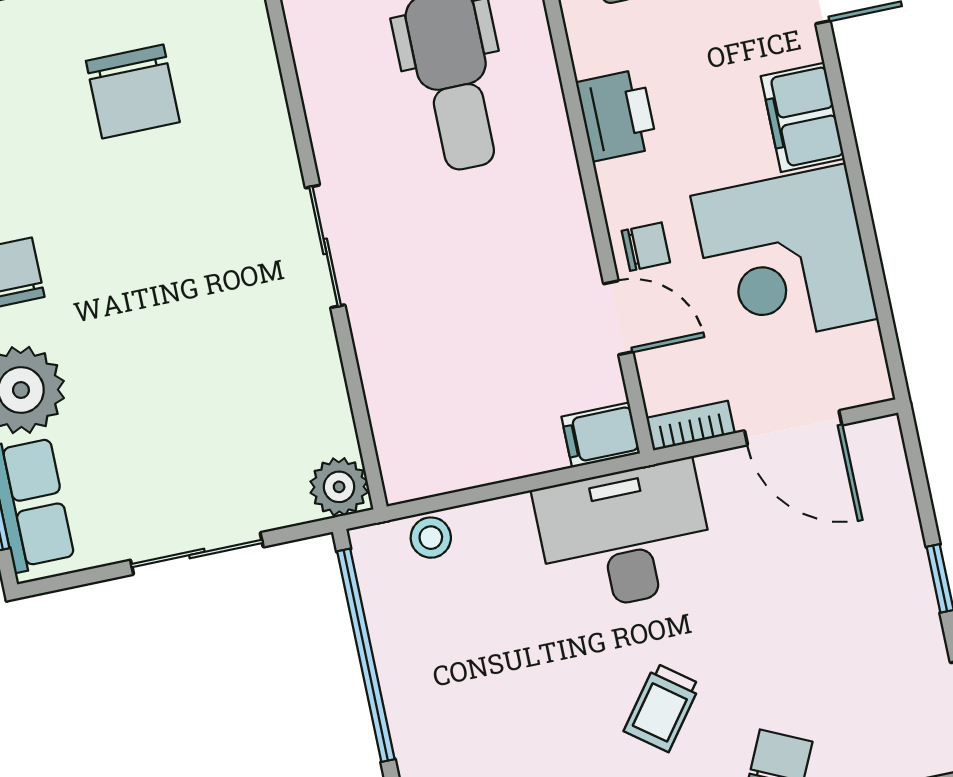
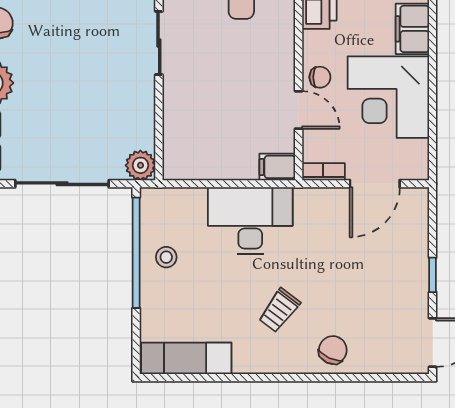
door: (793, 428) -> (375, 184), hinge flipped
desk: (625, 537) -> (250, 220), moved
stool: (431, 538) -> (166, 257), moved
sliding door: (197, 554) -> (62, 184), width x1.37

